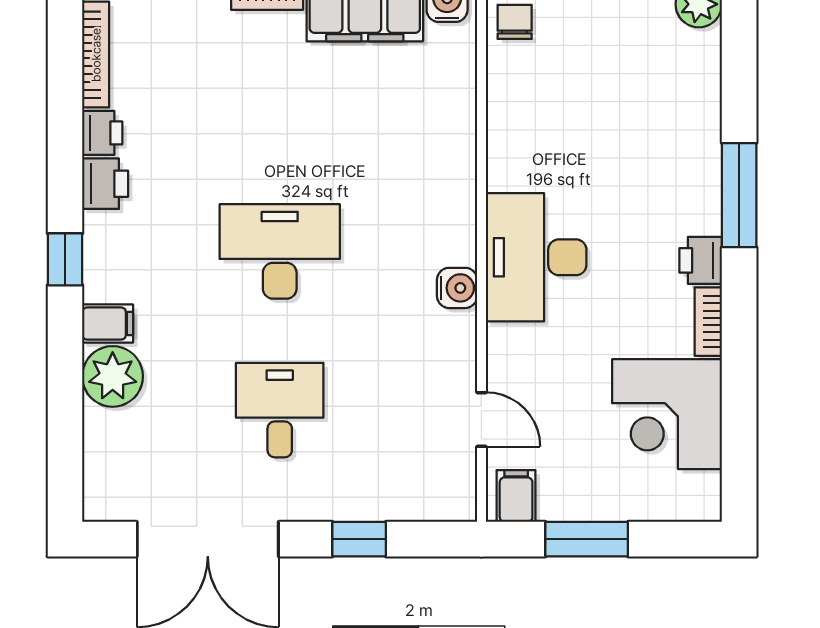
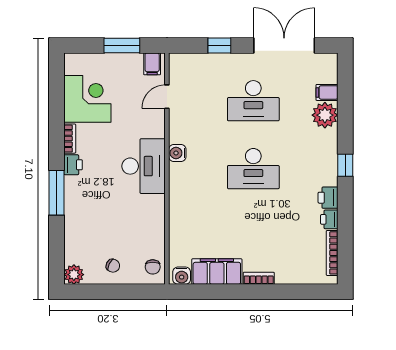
chair: (608, 25) -> (113, 266), added
filing cabinet: (108, 324) -> (327, 92), moved
desk: (280, 410) -> (253, 101), width x1.37
door: (481, 420) -> (167, 97), hinge flipped

